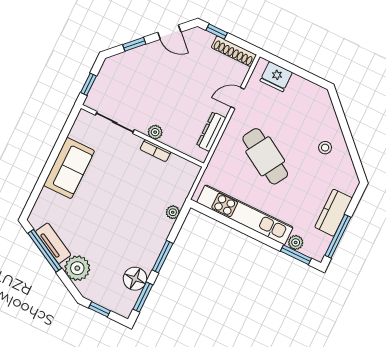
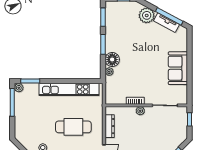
cafe table: (265, 156) -> (73, 127), turned -31
kitchen counter: (334, 213) -> (21, 114), removed
plant: (296, 242) -> (19, 88), moved
floor lamp: (135, 279) -> (112, 60), moved

